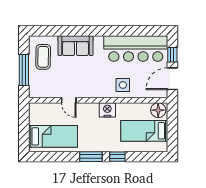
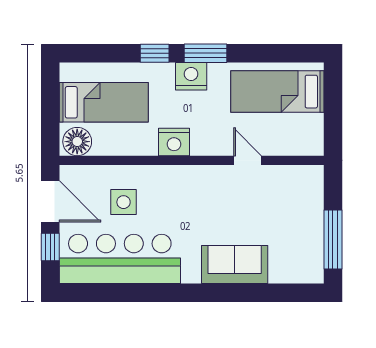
coffee table: (43, 57) -> (296, 243), removed
window: (24, 70) -> (333, 239), moved
door: (172, 79) -> (50, 201), hinge flipped
side table: (123, 85) -> (124, 202), moved
nightstand: (98, 144) -> (191, 76), added

